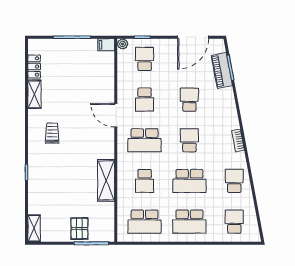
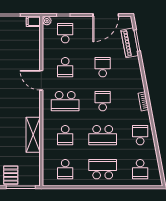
school desk: (145, 222) -> (65, 169), width x0.54
school desk: (189, 222) -> (103, 169), turned 180
school desk: (234, 222) -> (140, 169), turned 180

